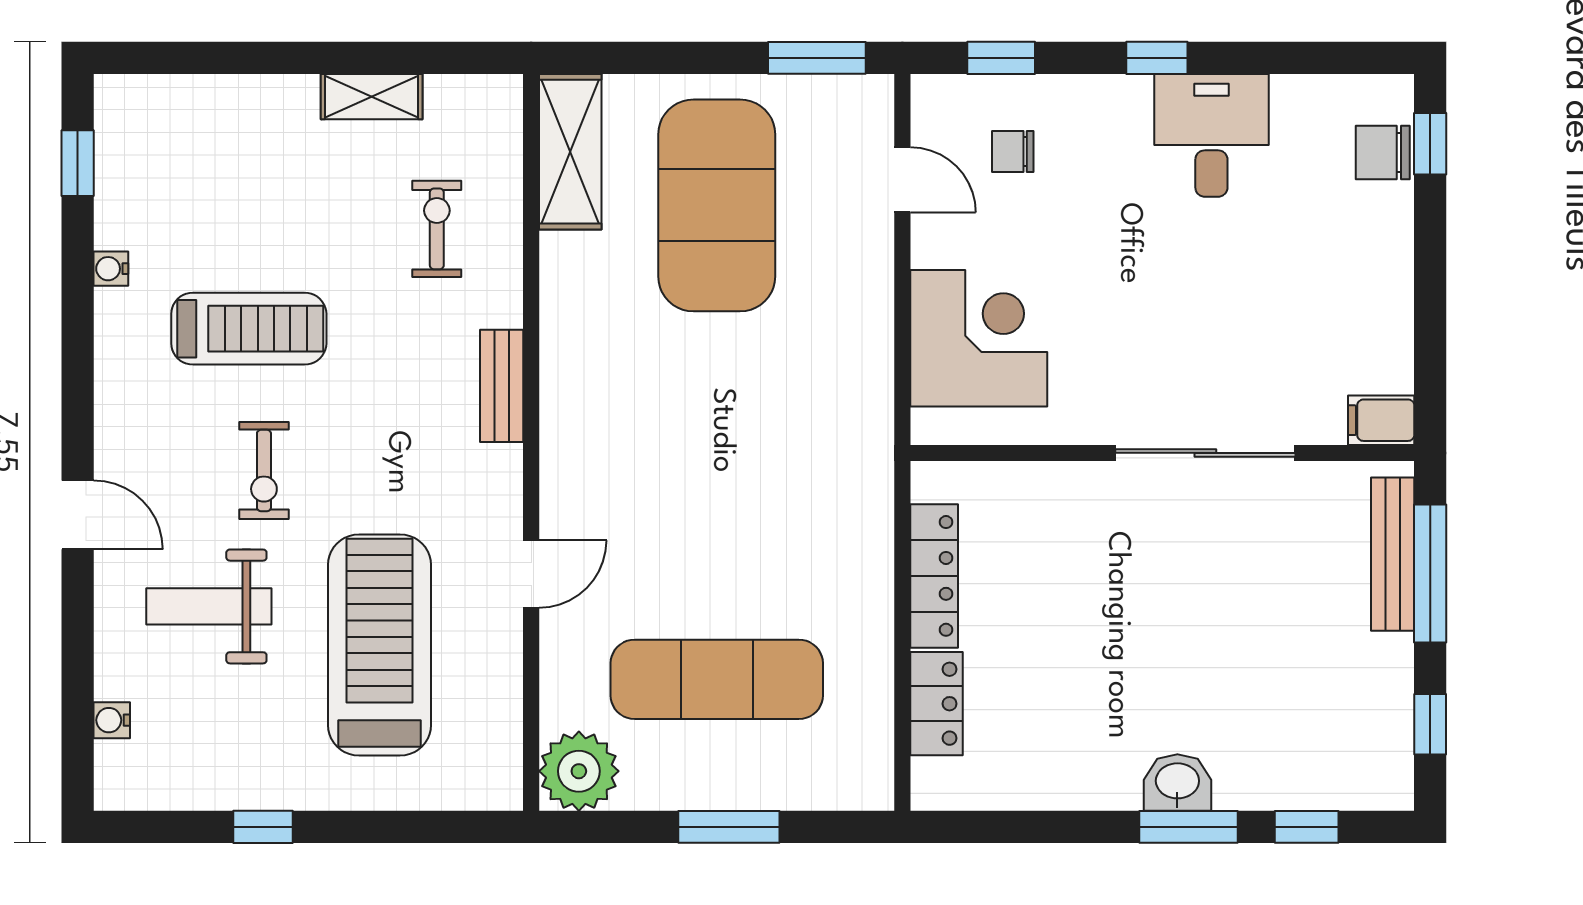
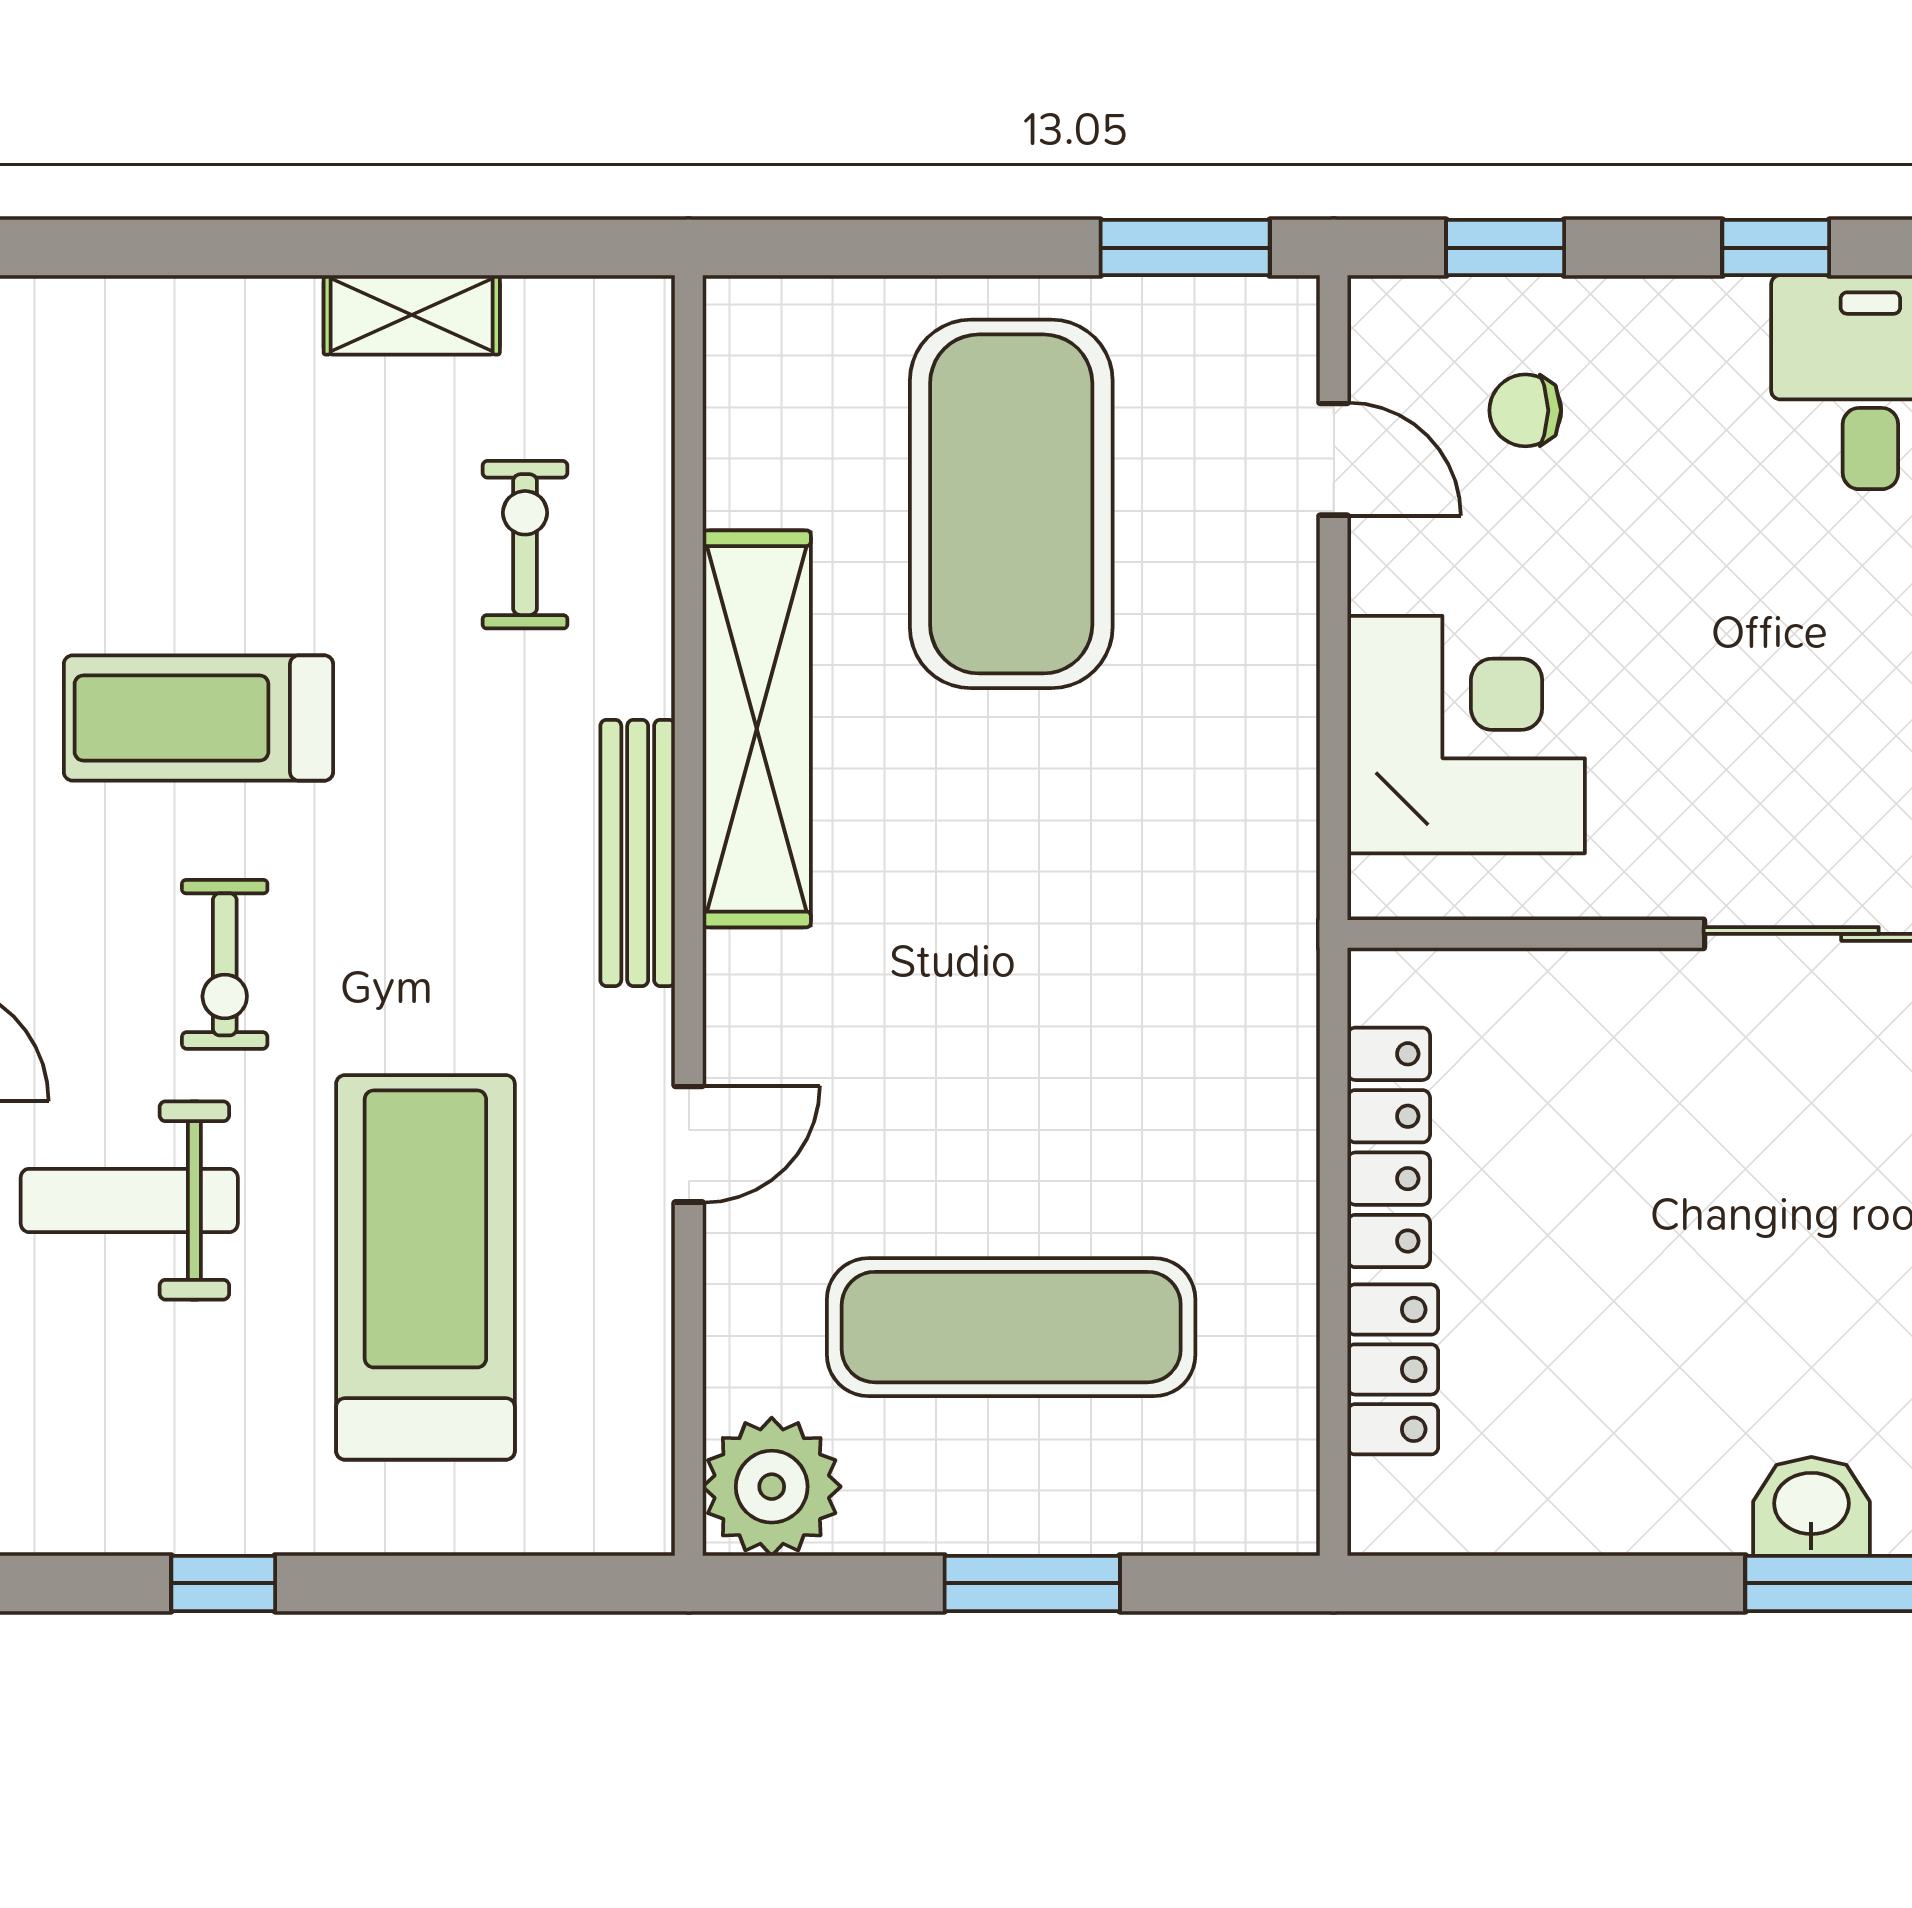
shelving: (570, 152) -> (757, 729), moved, width x1.47
treadmill: (249, 329) -> (198, 718), turned 180
bench: (502, 386) -> (638, 853), width x1.36

